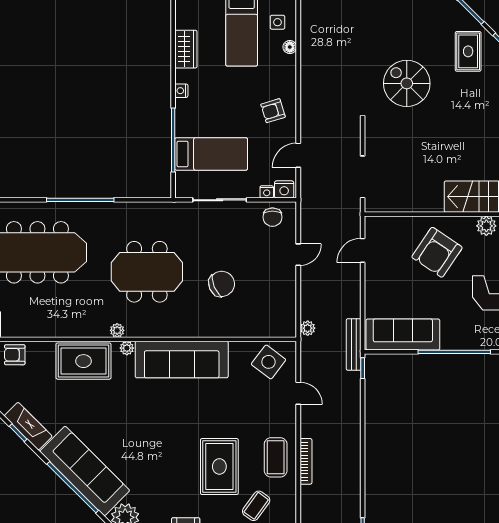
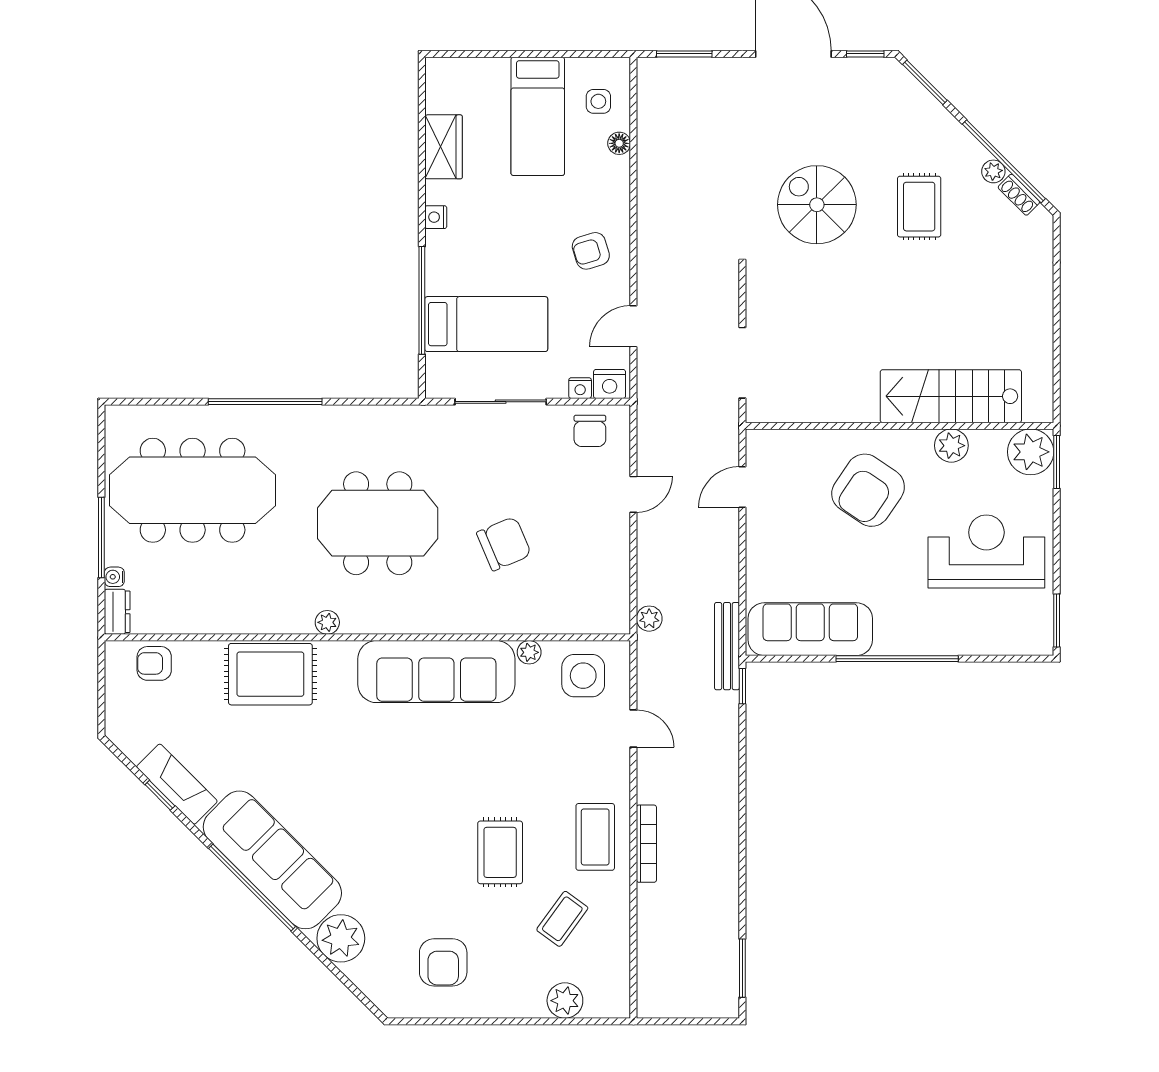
rug: (468, 51) -> (919, 207), moved
plant: (127, 348) -> (529, 652), moved
side table: (269, 362) -> (583, 676), turned -37
rug: (219, 466) -> (500, 852), width x0.73, depth x0.70

